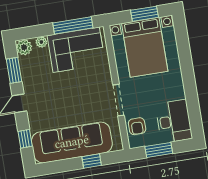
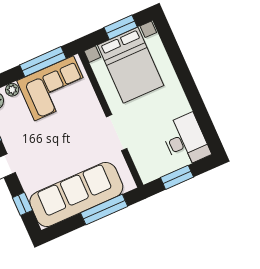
armchair: (137, 126) -> (145, 157), removed
window: (92, 161) -> (104, 210), width x2.17

